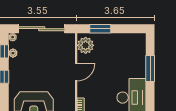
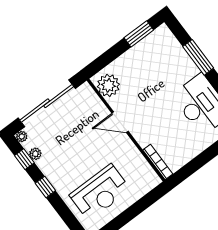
window: (100, 29) -> (139, 34), moved
door: (76, 72) -> (120, 122), swing flipped

